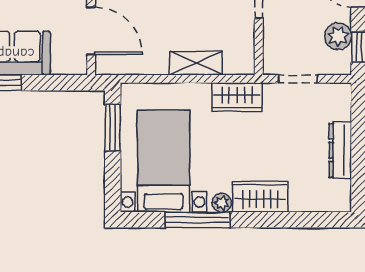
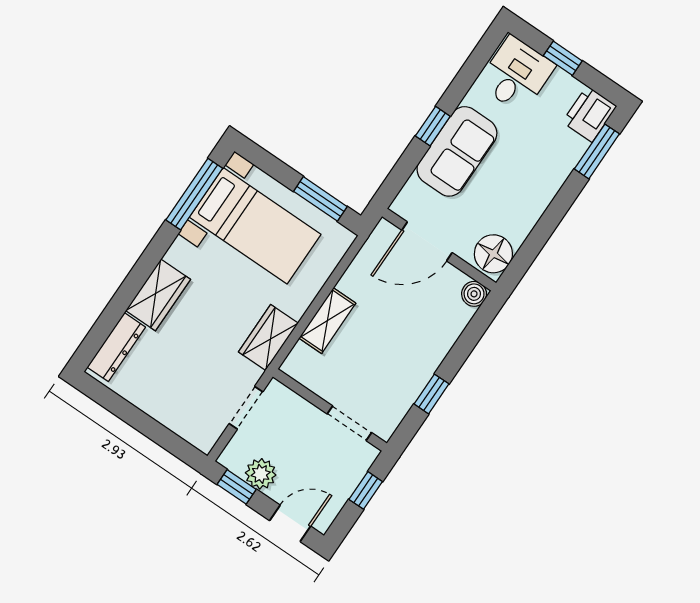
dresser: (340, 150) -> (116, 347), moved, turned 90
plant: (222, 203) -> (177, 254), removed
window: (197, 220) -> (194, 194), moved

